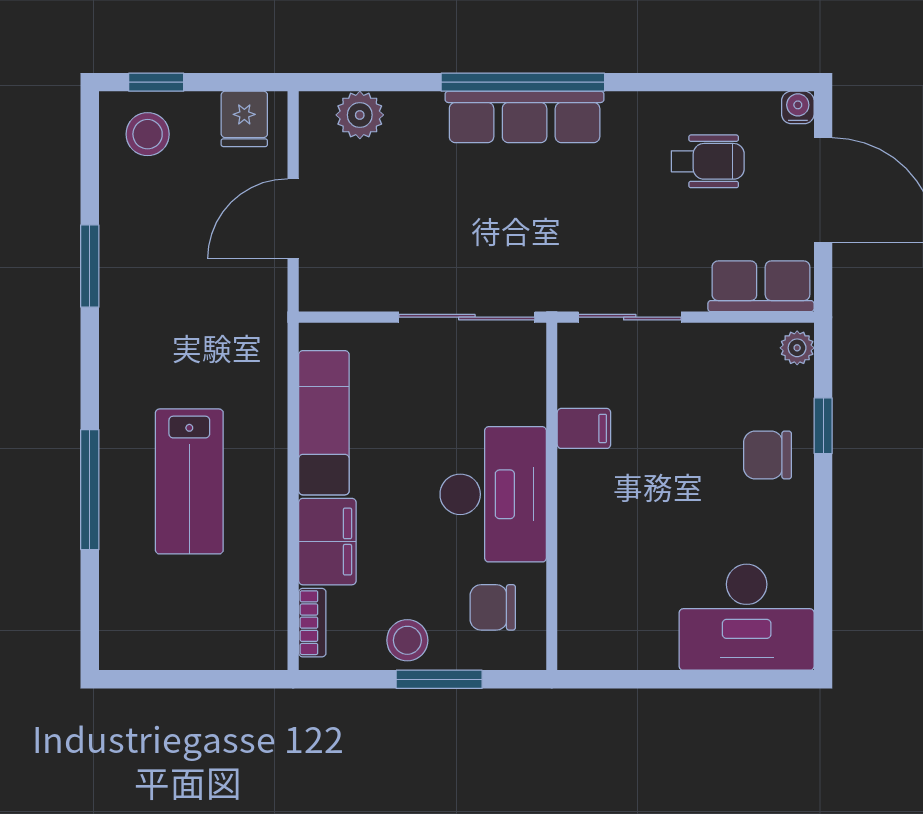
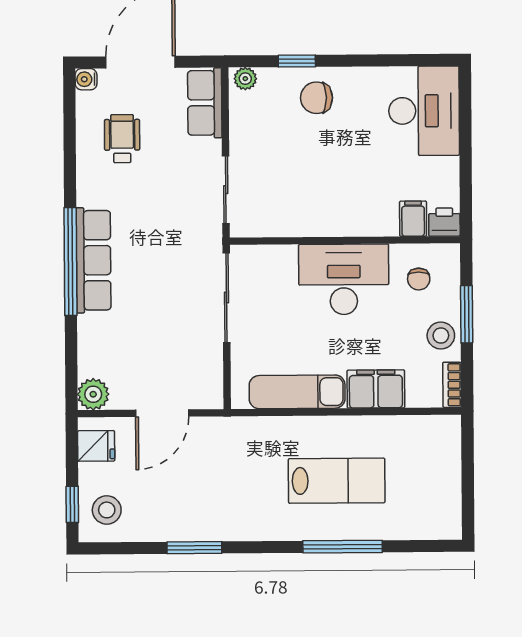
plant: (360, 115) -> (93, 394), moved
door: (293, 219) -> (162, 413), hinge flipped
filing cabinet: (584, 428) -> (413, 219), moved
chair: (767, 455) -> (316, 98), turned 90
chair: (493, 607) -> (419, 279), width x0.73, depth x0.73
bookcase: (312, 623) -> (452, 385), moved, turned -90
printer: (579, 647) -> (444, 222), added

